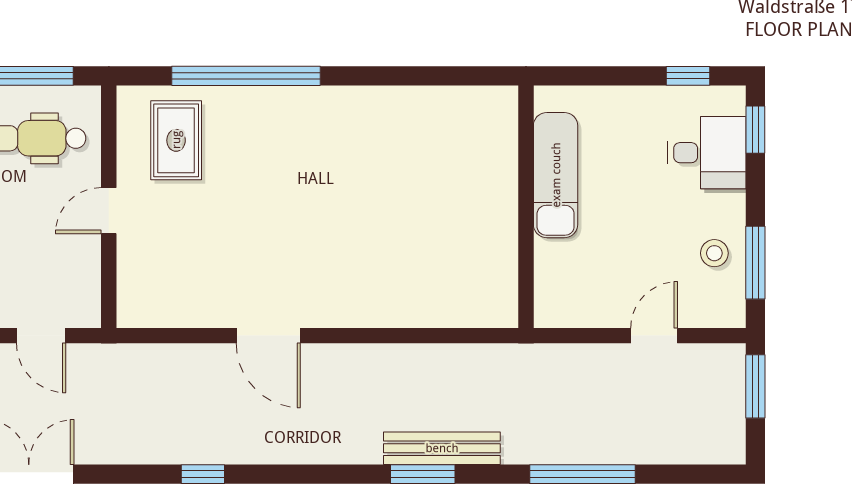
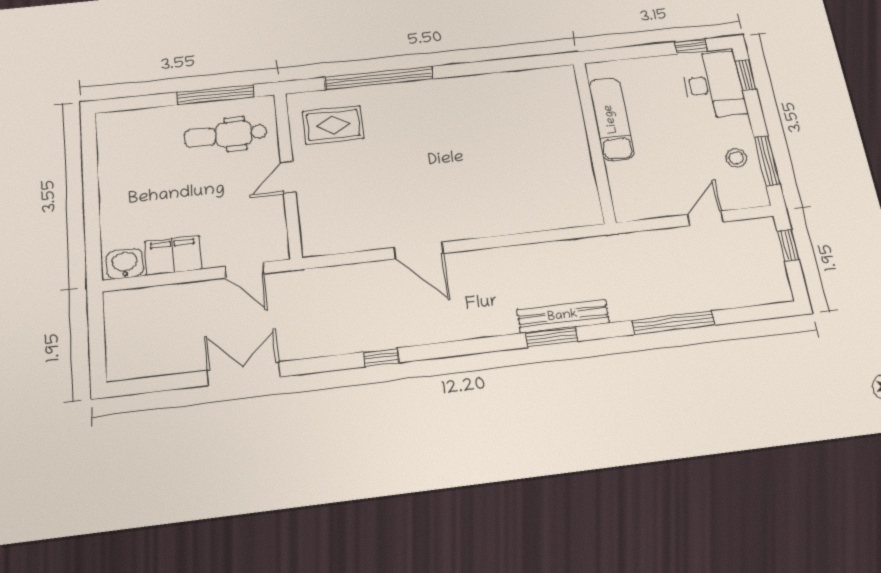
rug: (176, 140) -> (333, 125), turned 90
desk: (707, 153) -> (713, 85), width x1.37
window: (755, 386) -> (788, 245), width x0.67

